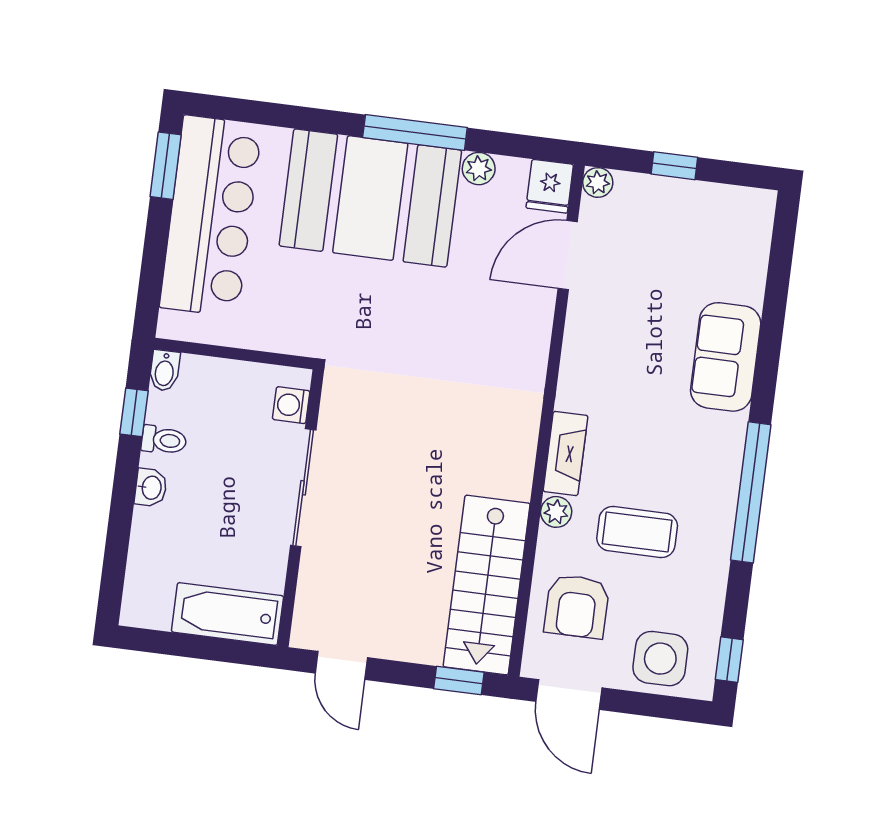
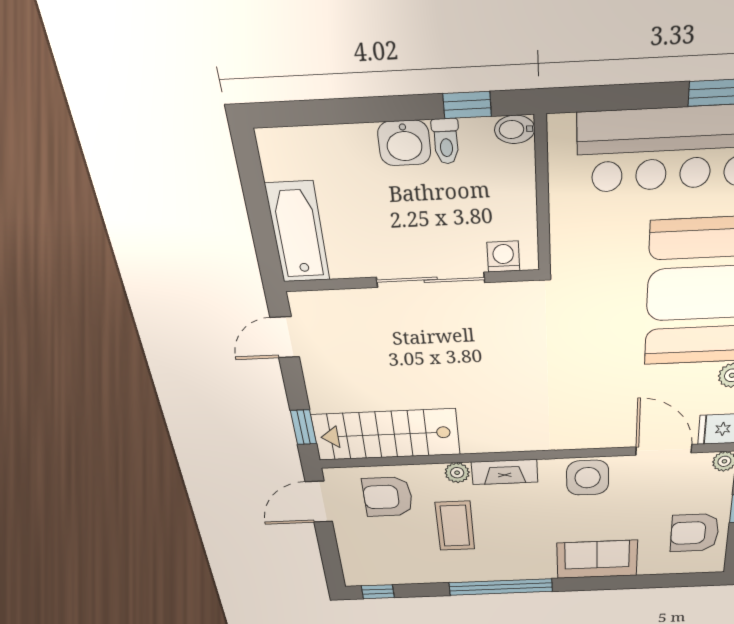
armchair: (704, 226) -> (695, 533), added
washbasin: (151, 488) -> (404, 143), width x1.38, depth x1.45
side table: (660, 659) -> (588, 478), moved

